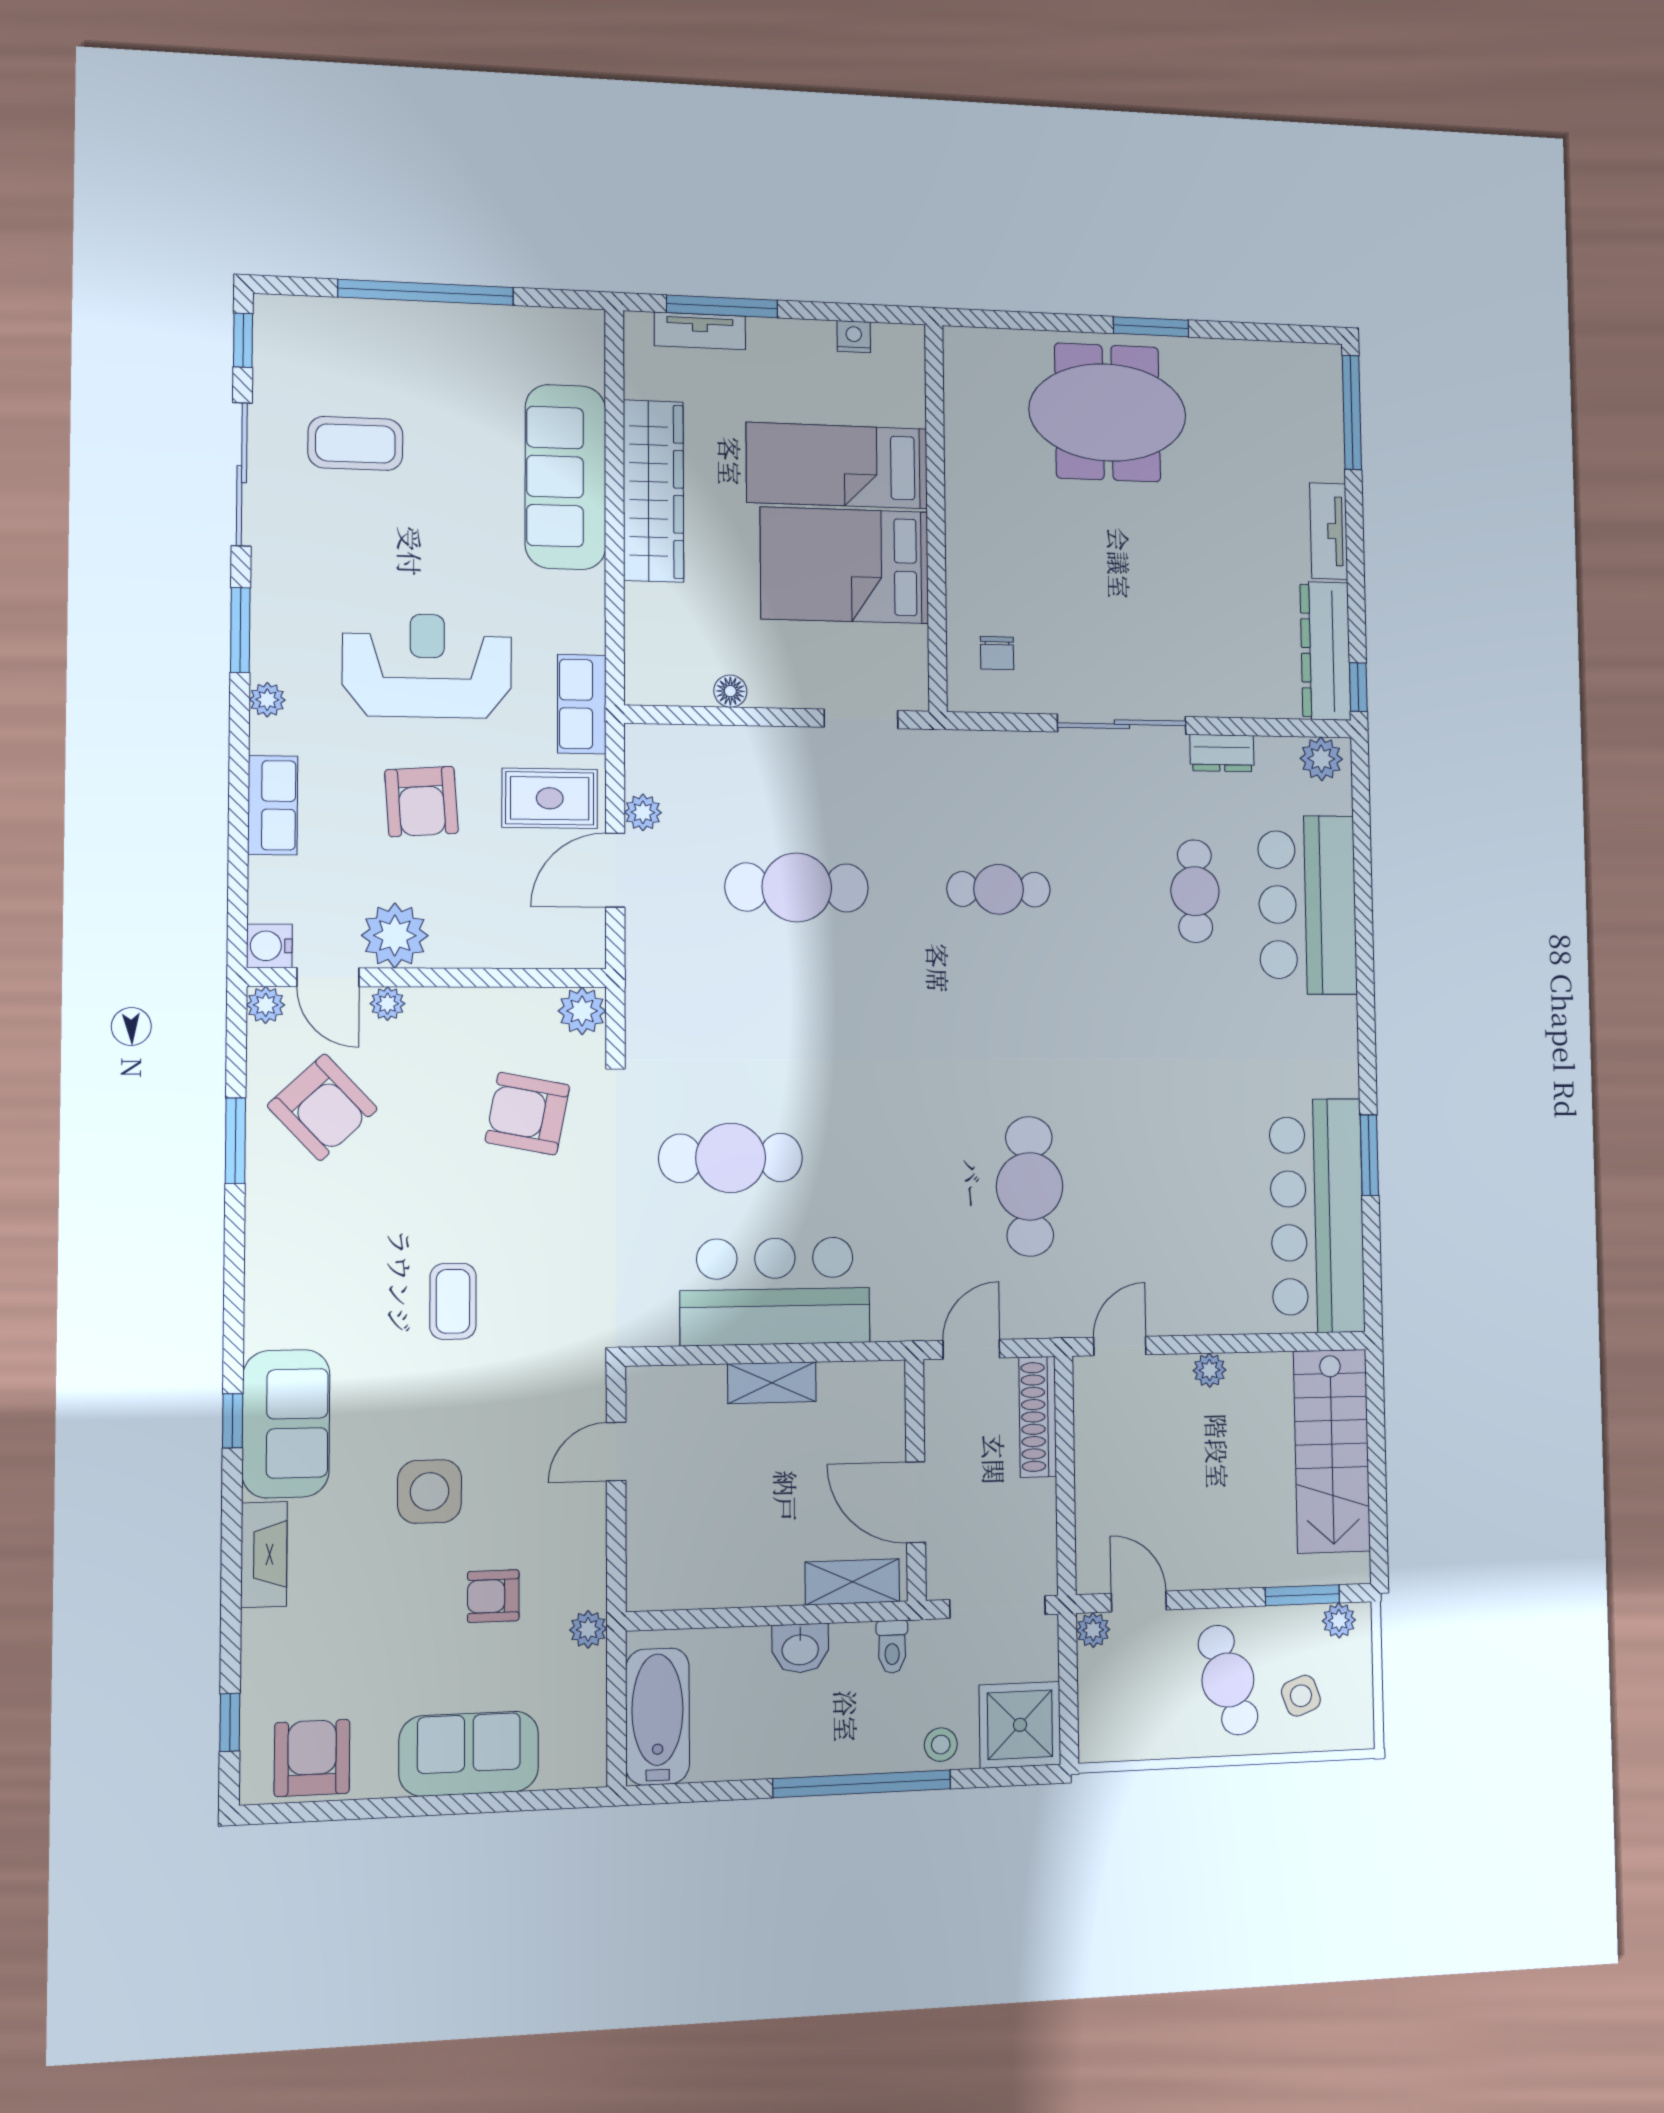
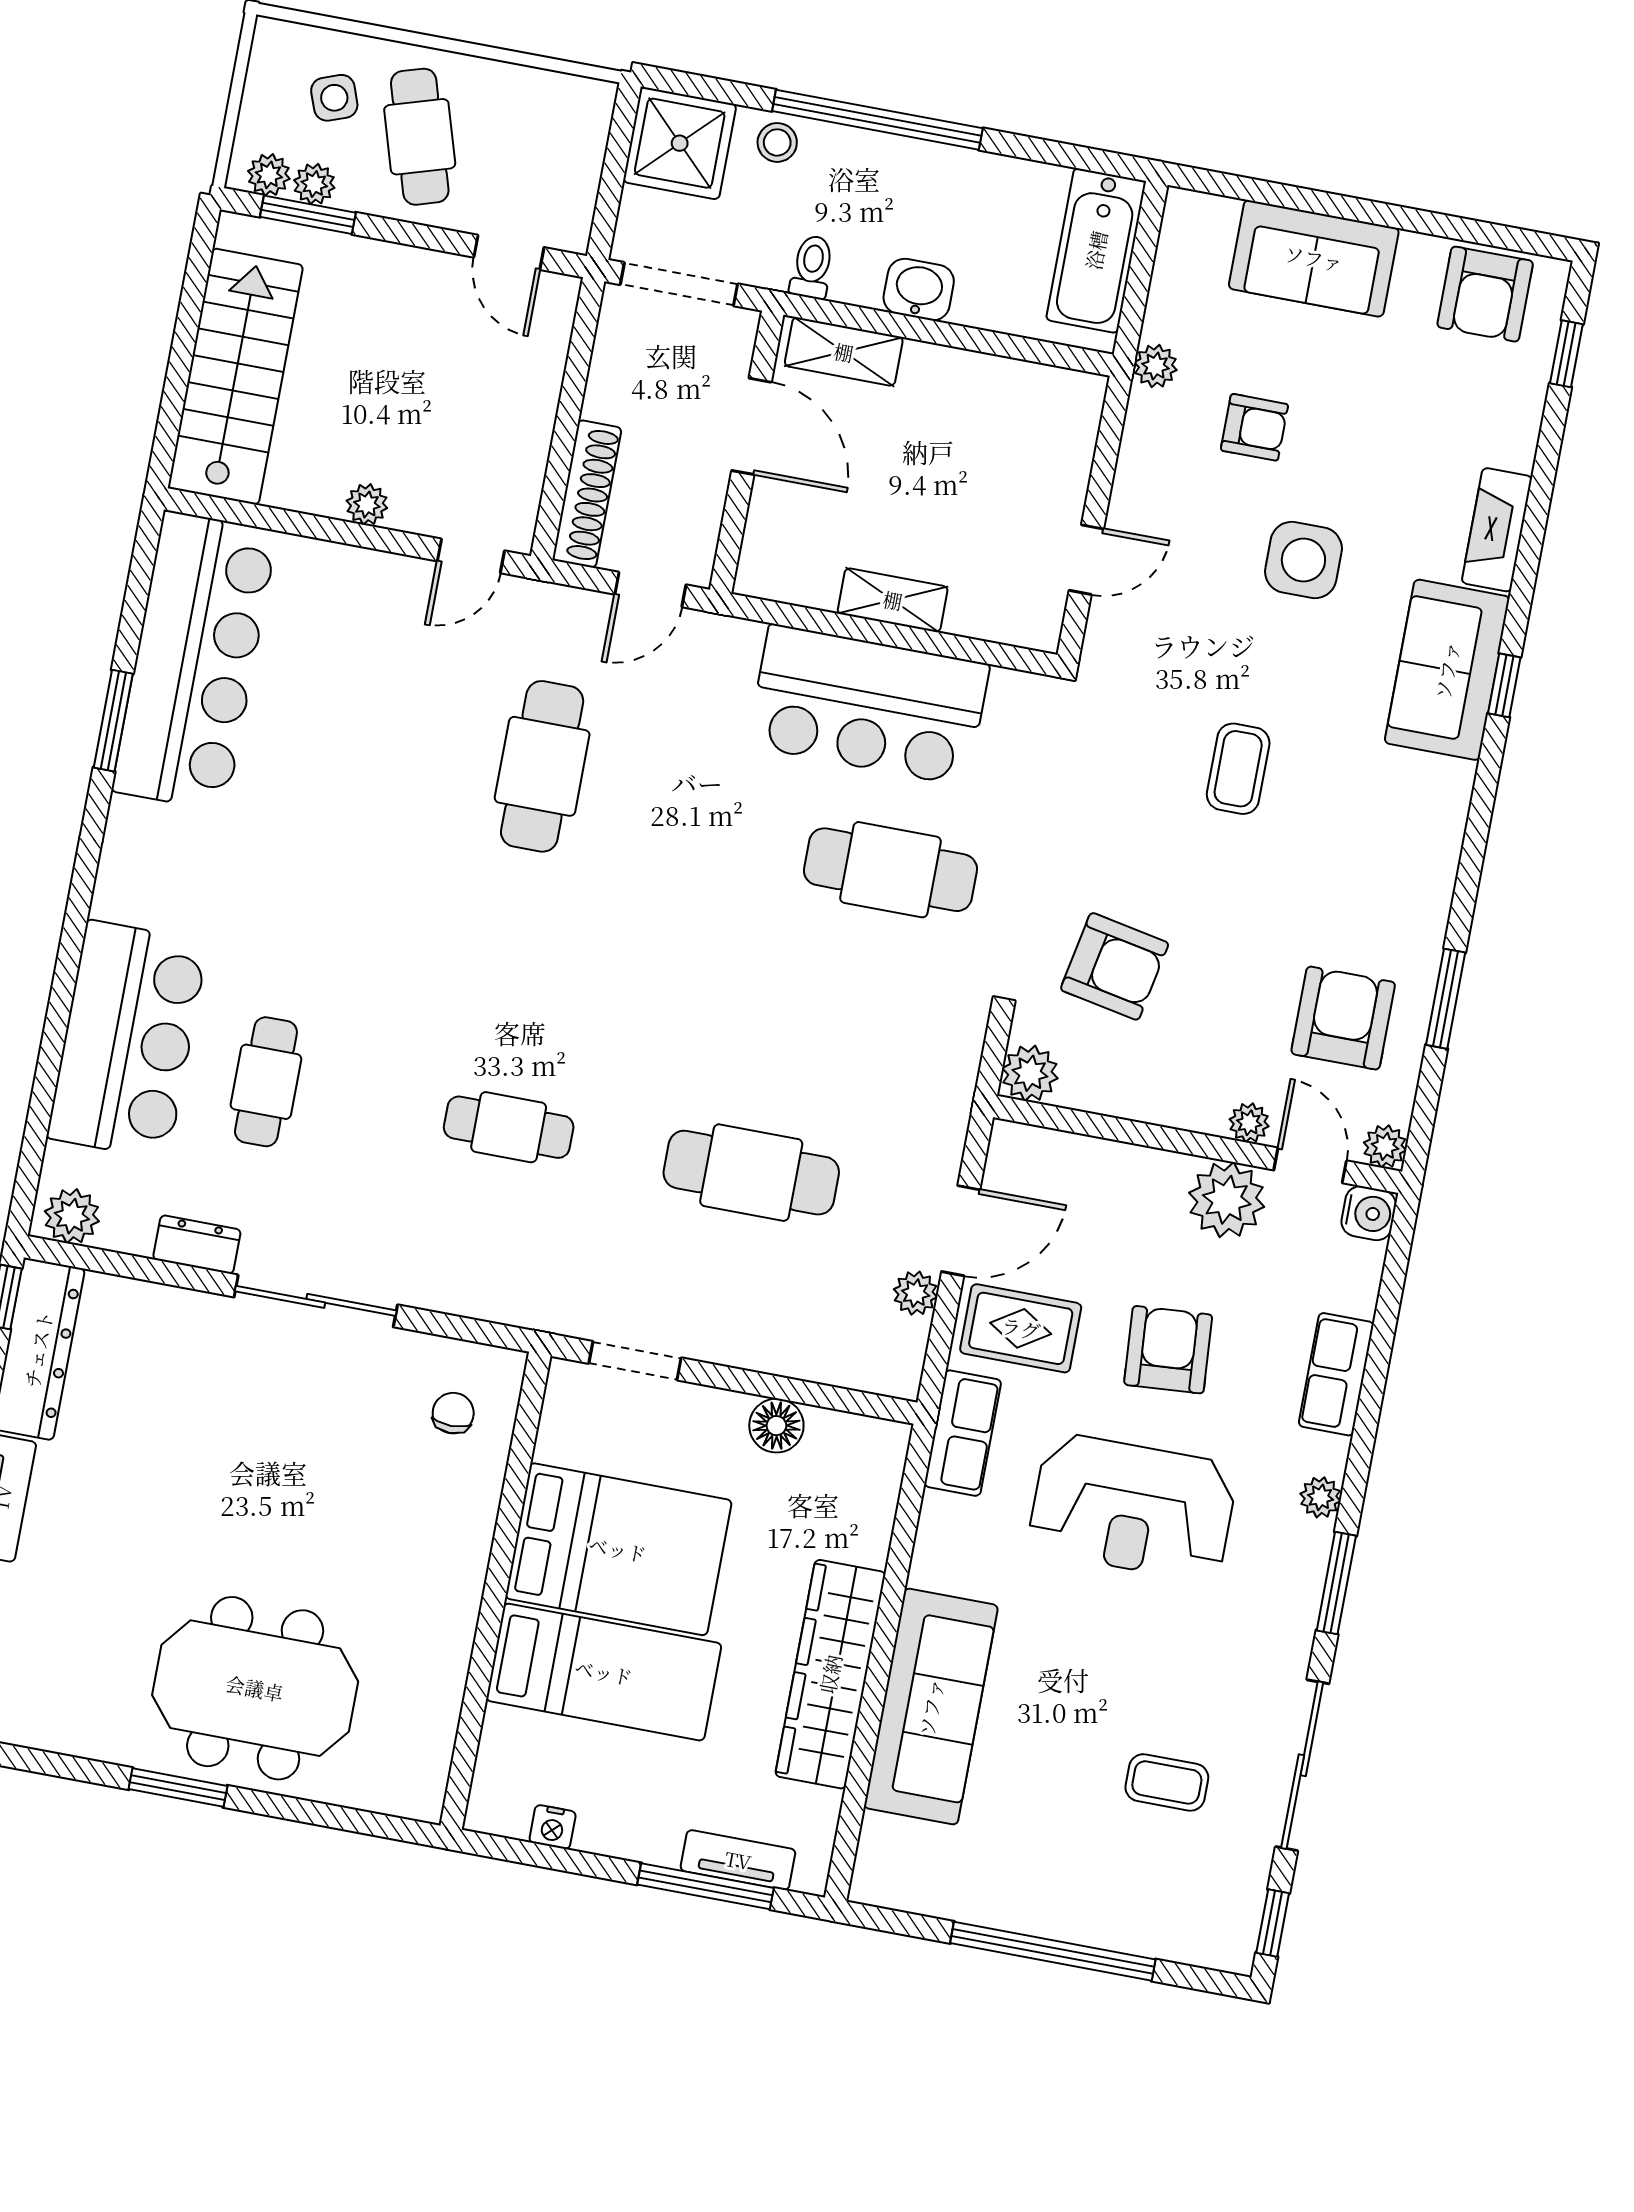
coffee table: (355, 443) -> (1167, 1782), width x0.73, depth x0.77
floor lamp: (730, 691) -> (776, 1426), width x1.37, depth x1.37
armchair: (322, 1107) -> (1343, 1018), turned 43
plant: (1093, 1630) -> (314, 184), moved

